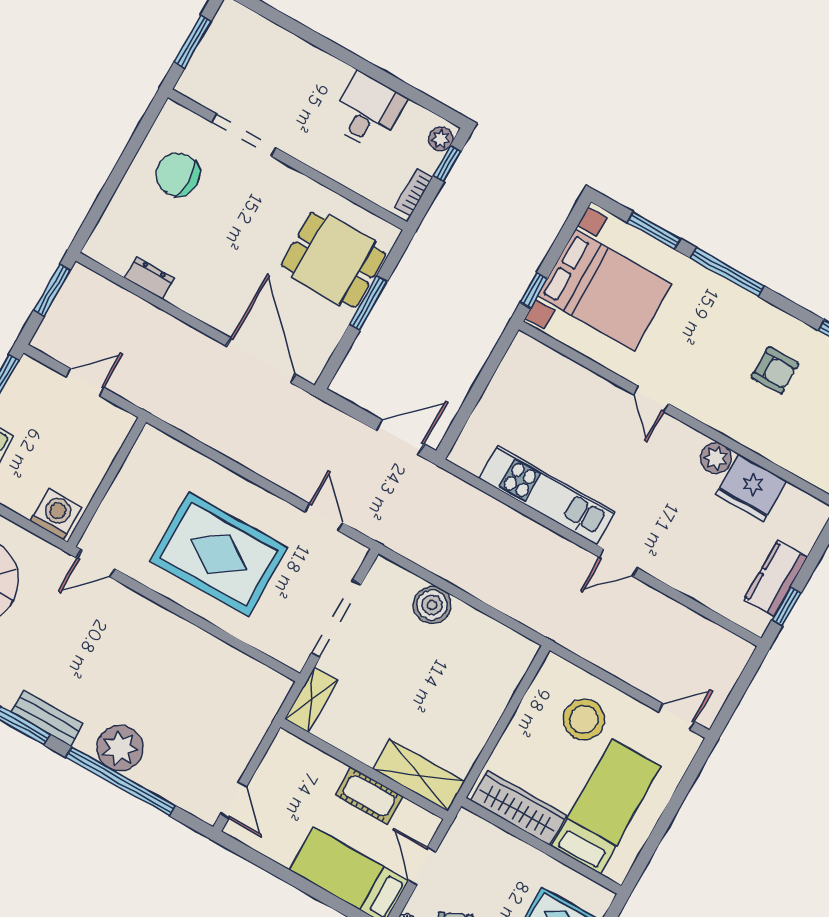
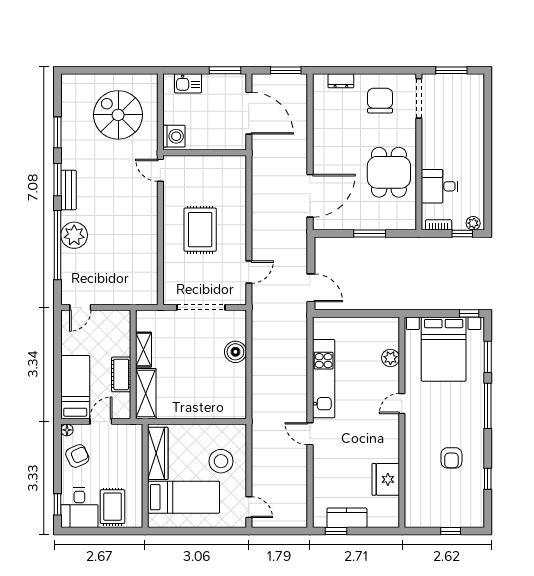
desk: (368, 111) -> (440, 186), moved, turned 180
doorway: (244, 135) -> (419, 98), moved
dining table: (333, 260) -> (389, 172), moved
dresser: (149, 278) -> (341, 81), moved, turned 90
window: (534, 290) -> (469, 313), moved
door: (85, 382) -> (249, 113), width x1.87
plant: (716, 458) -> (390, 358), moved
rug: (219, 554) -> (200, 230), width x0.73, depth x0.69
shelving: (311, 700) -> (144, 350), moved, turned 90

